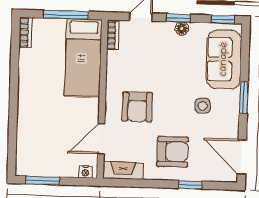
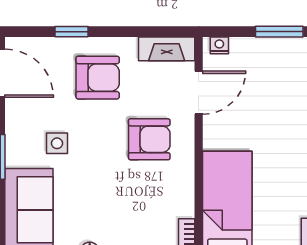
armchair: (137, 107) -> (149, 139), turned 90
armchair: (173, 152) -> (98, 78), turned 180

